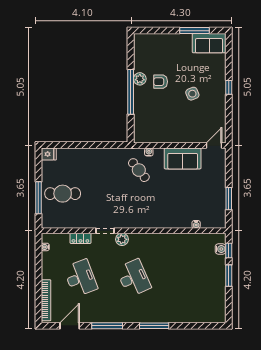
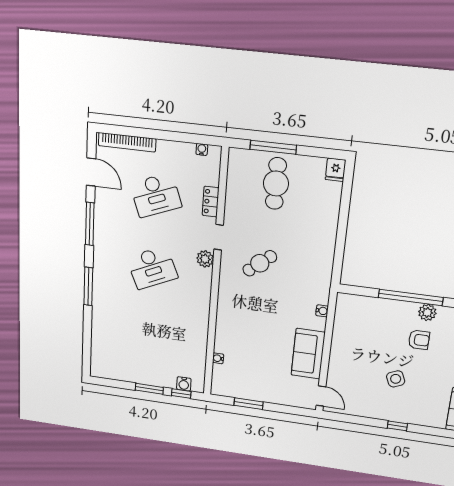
armchair: (161, 82) -> (419, 340), turned 90
cafe table: (139, 170) -> (260, 263), moved

